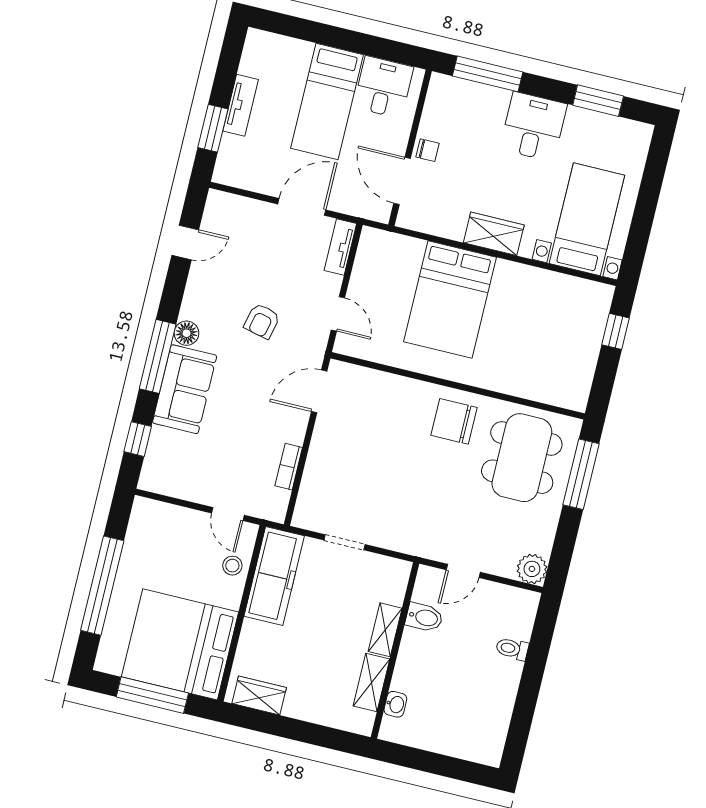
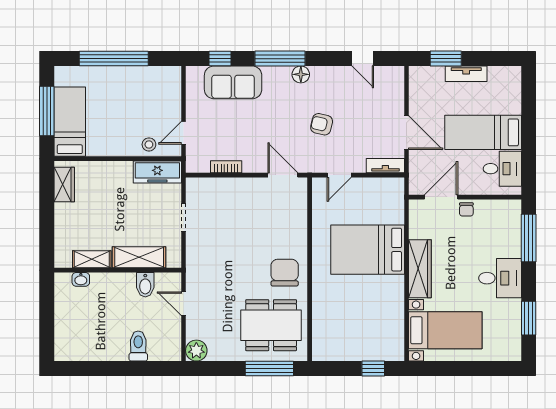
wardrobe: (494, 234) -> (420, 269), width x1.50
sofa: (185, 389) -> (233, 82), moved
freezer: (274, 576) -> (157, 172), width x0.73, depth x0.79
shelving: (385, 630) -> (139, 257), width x1.50, depth x1.33
bed: (180, 644) -> (70, 122), width x0.49
toilet: (512, 649) -> (138, 346), width x1.37, depth x1.39

